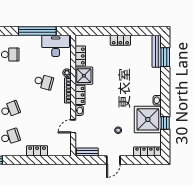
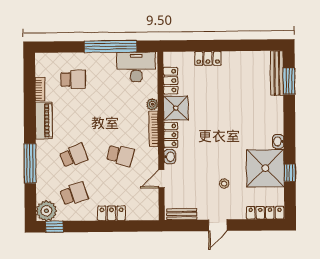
locker: (120, 40) -> (208, 58), moved
school desk: (44, 82) -> (120, 155), moved

